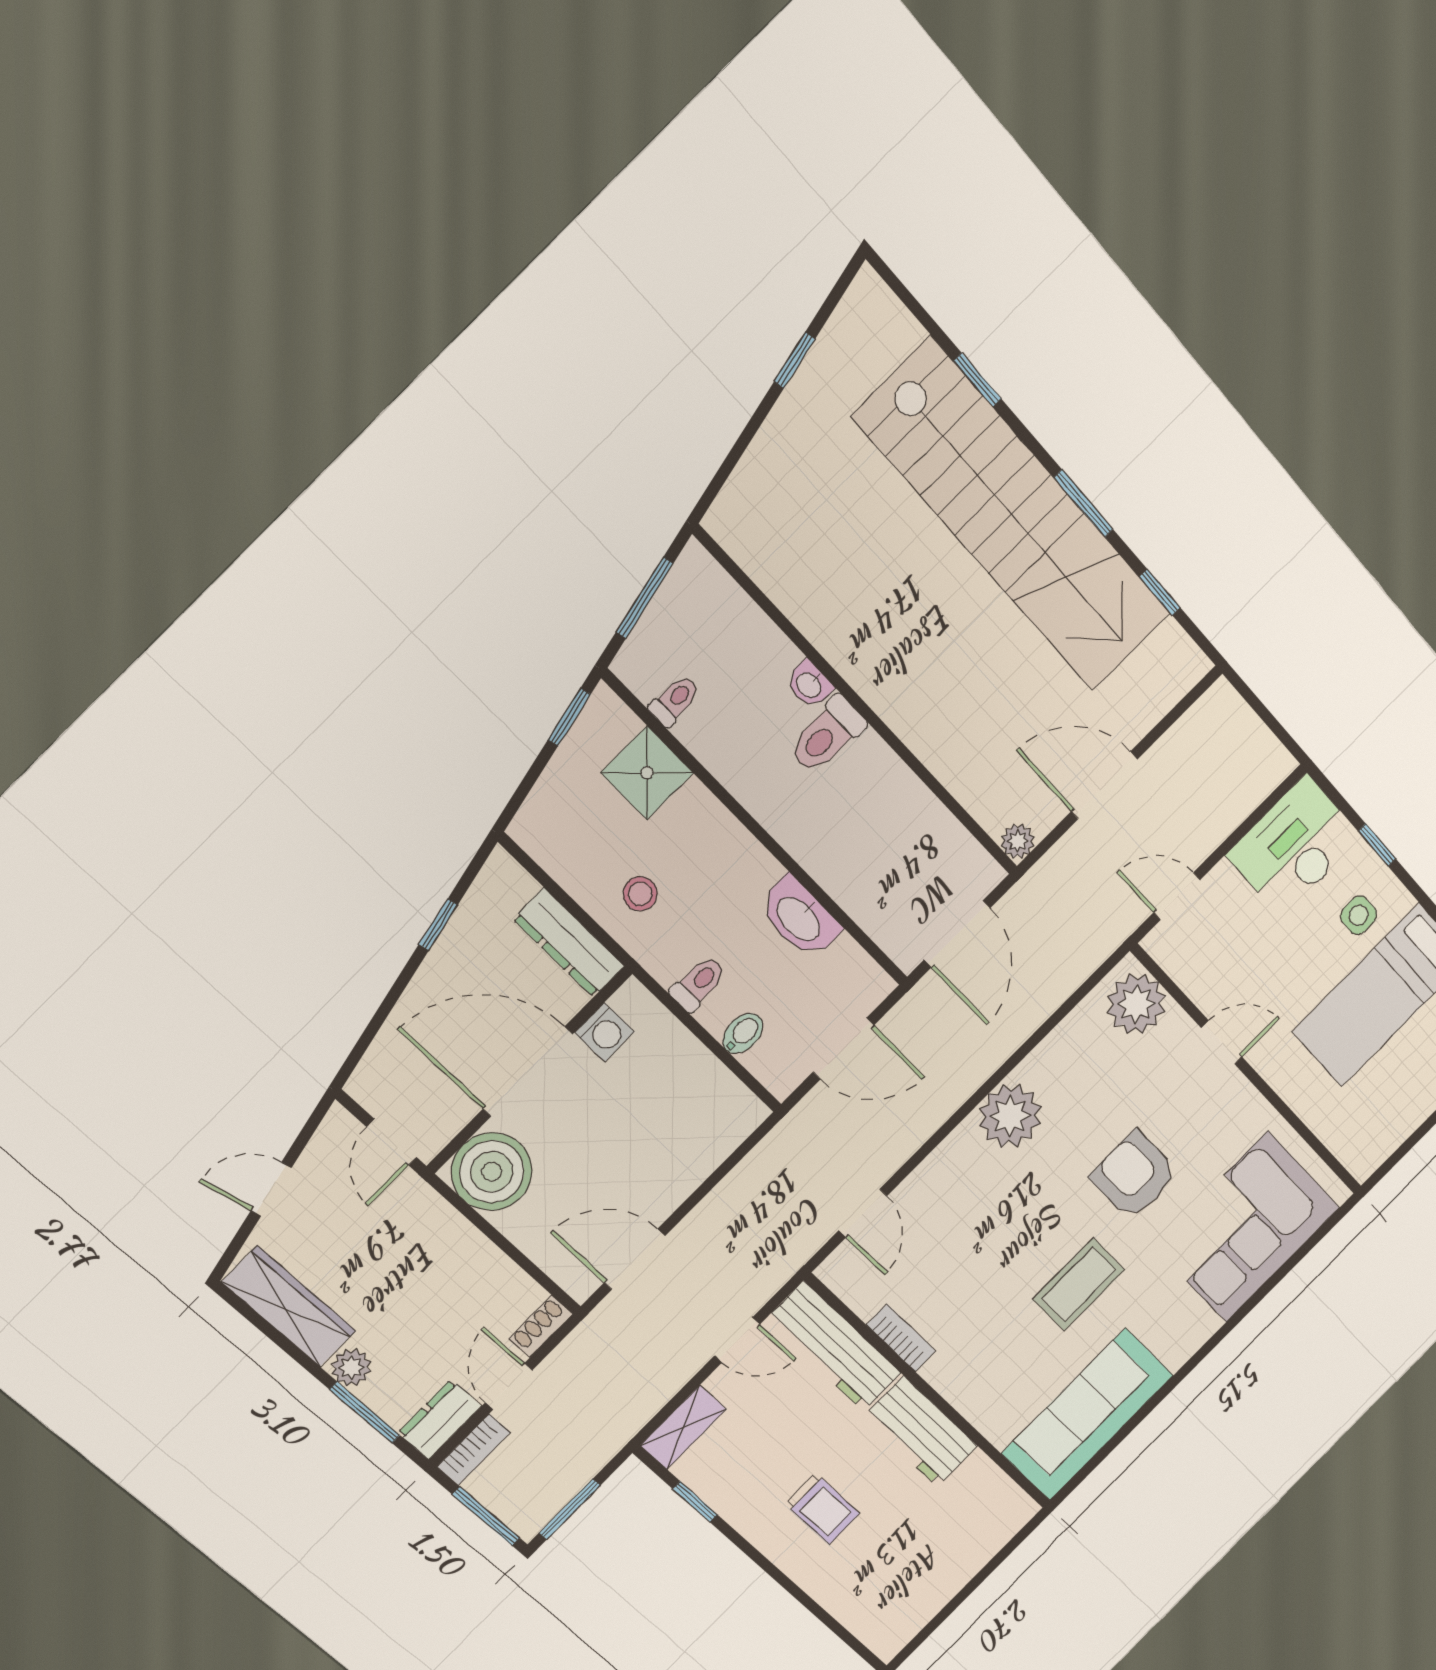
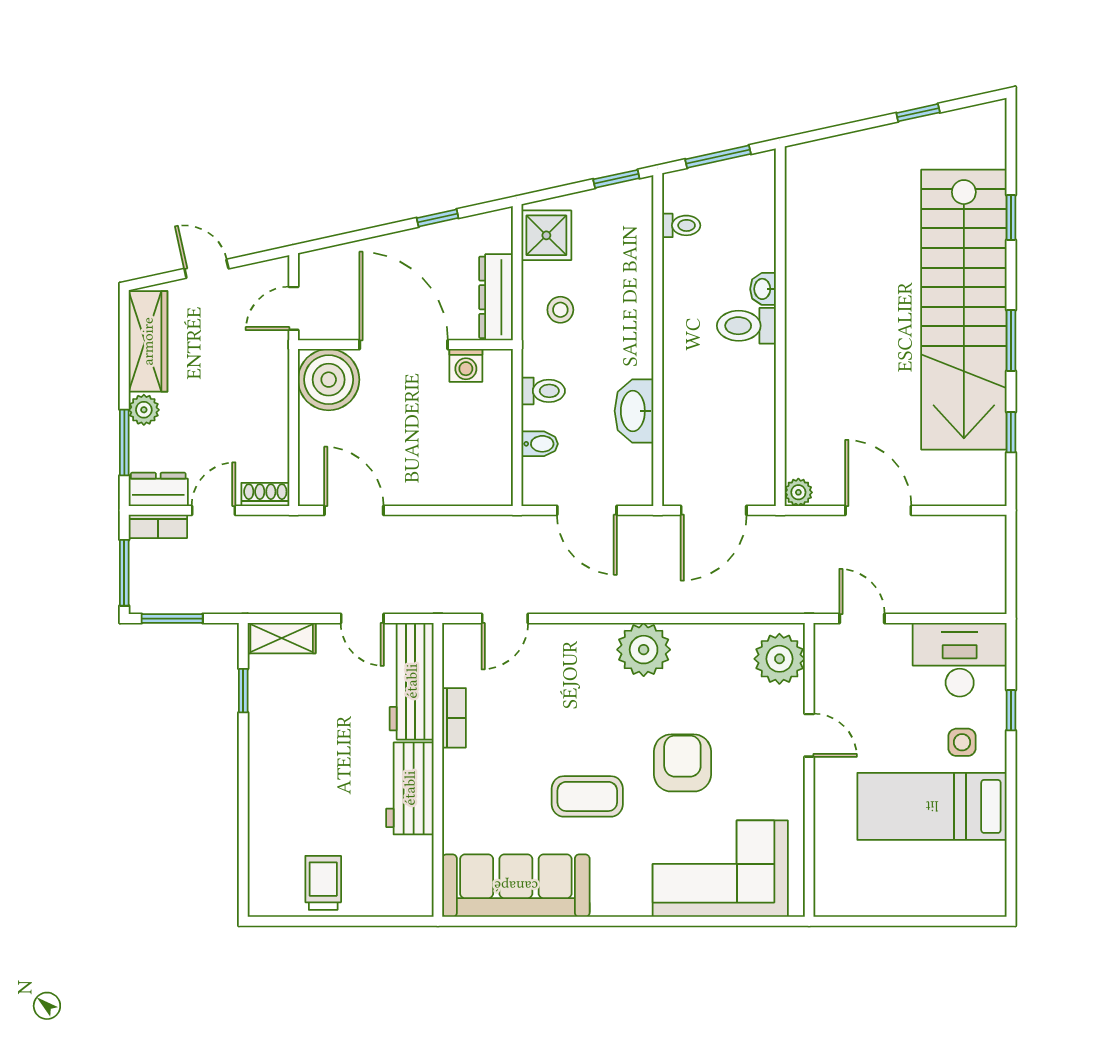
shower: (647, 773) -> (546, 235), moved
trolley: (822, 1508) -> (323, 883), moved, turned 180

